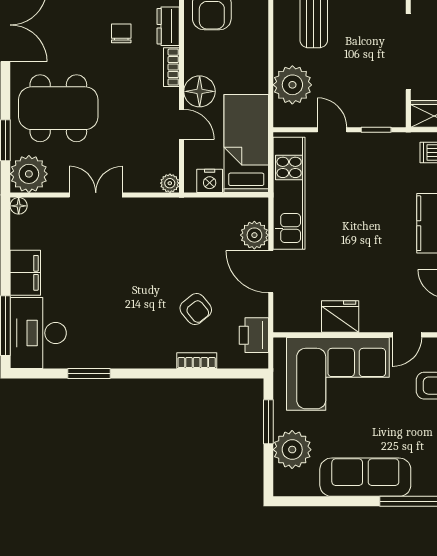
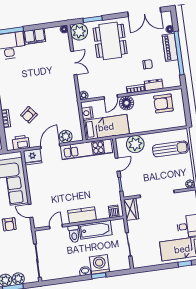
fridge: (340, 317) -> (33, 157), moved, turned 90

